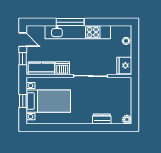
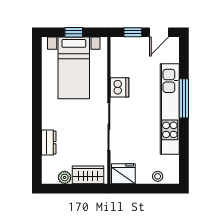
kitchen counter: (41, 68) -> (119, 58), removed
wardrobe: (125, 91) -> (88, 175), added
plant: (127, 120) -> (65, 177), moved

